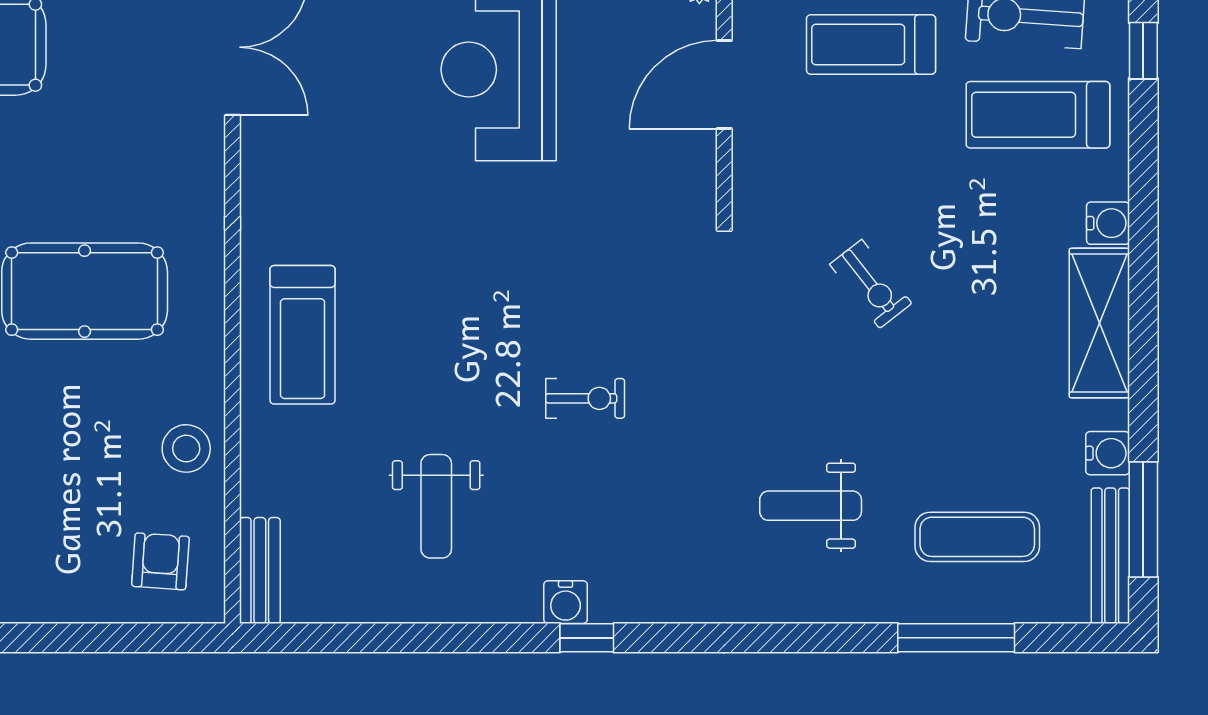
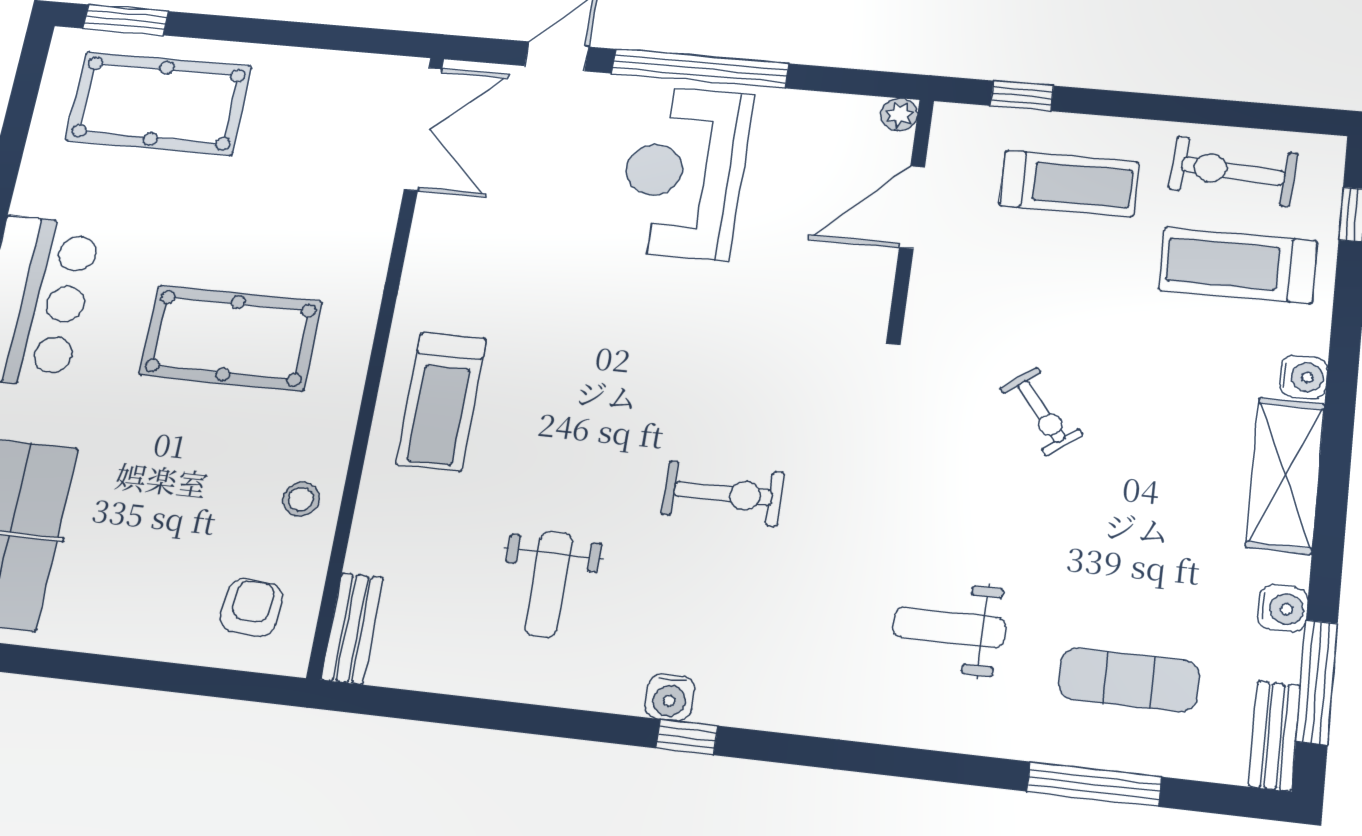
treadmill: (871, 45) -> (1069, 184), turned 180
exercise bike: (585, 398) -> (723, 493), width x1.38, depth x1.39
stool: (186, 448) -> (301, 499), width x0.73, depth x0.73
bench: (1110, 556) -> (1275, 736), width x0.73

